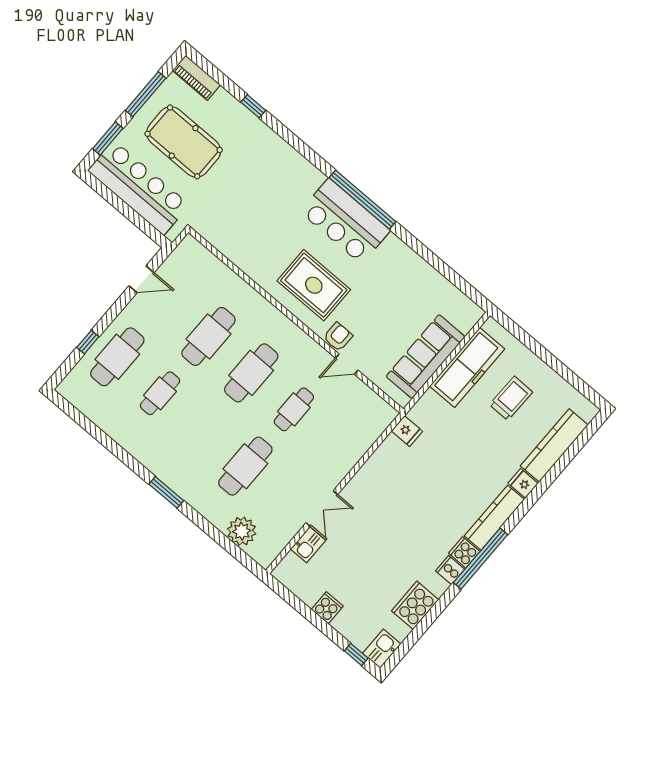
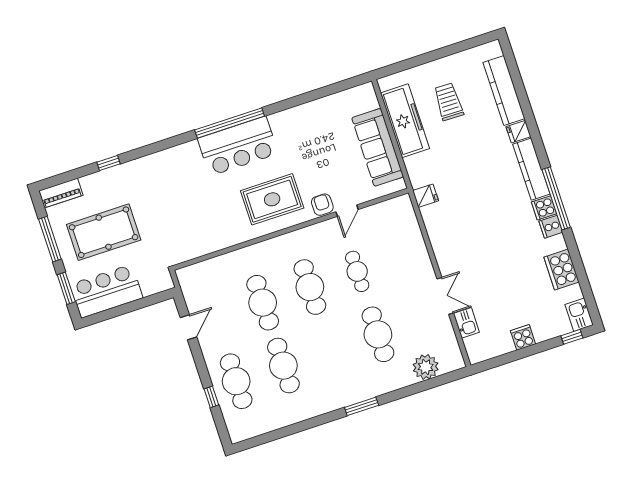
bar counter: (139, 188) -> (107, 291), width x0.73
cafe table: (160, 393) -> (283, 366), width x1.37, depth x1.35

